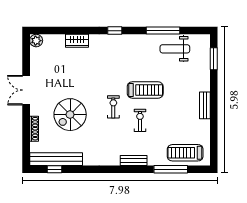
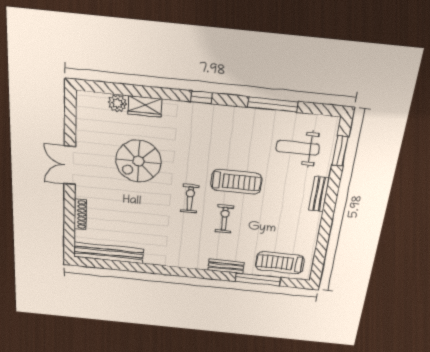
plant: (36, 41) -> (117, 103), moved
weight bench: (175, 49) -> (298, 148), moved
bench: (205, 105) -> (319, 194), moved
spiral stairs: (70, 115) -> (138, 161), moved
bench: (134, 161) -> (226, 266), moved
window: (54, 169) -> (106, 264), removed

